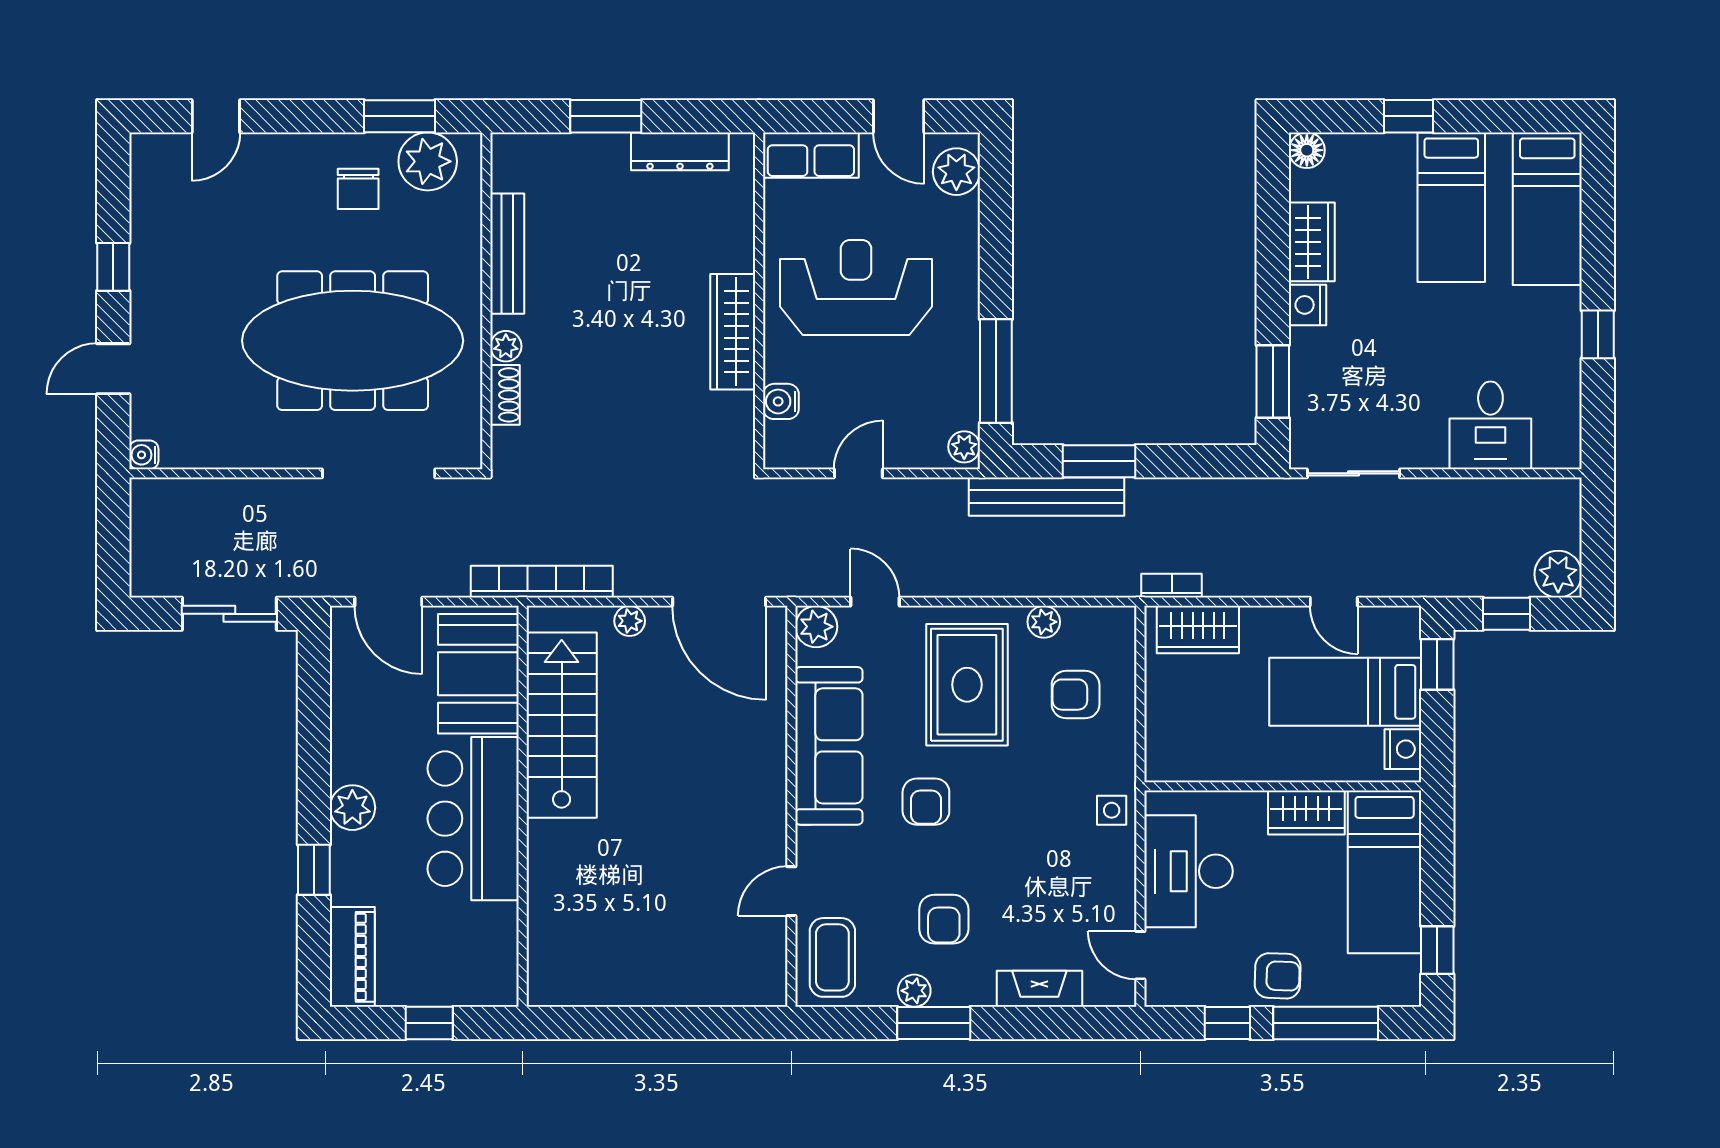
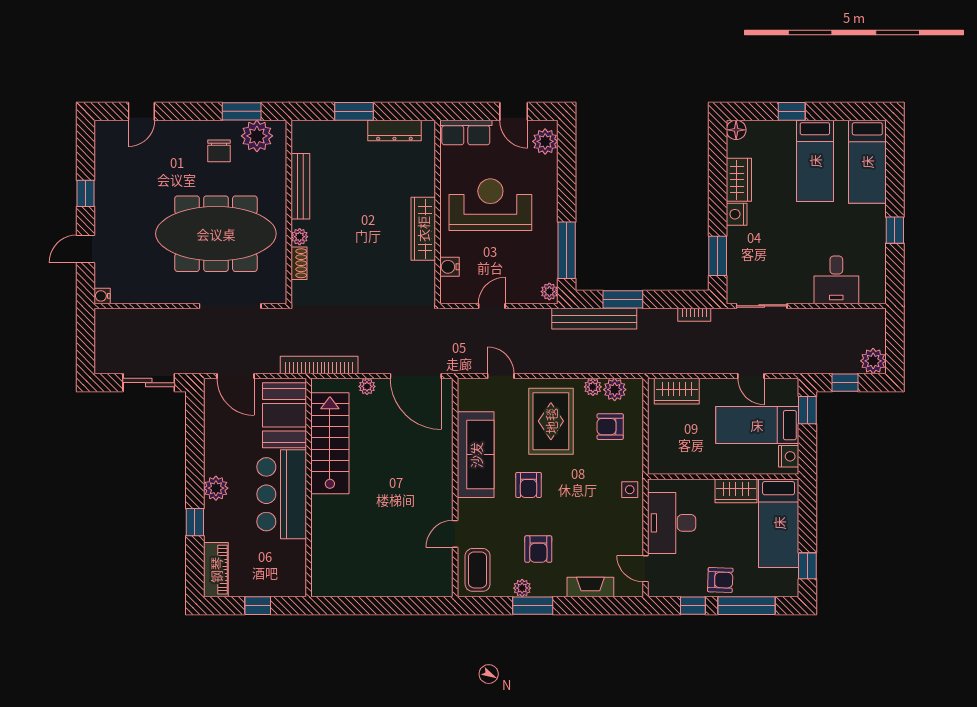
bookcase: (1172, 586) -> (694, 315), moved, turned 180
plant: (816, 627) -> (615, 390), moved

